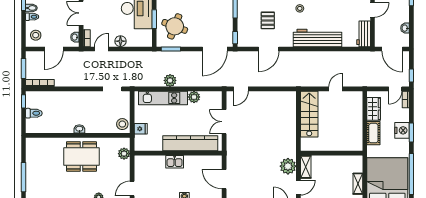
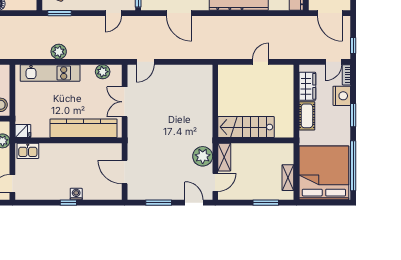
door: (215, 49) -> (113, 13), width x0.53
door: (269, 49) -> (179, 13), hinge flipped
plant: (194, 97) -> (103, 72), moved
stairs: (309, 114) -> (246, 127), moved, turned -90
fridge: (141, 129) -> (23, 131), moved
nightstand: (402, 130) -> (342, 96), moved
kitchen sink: (175, 162) -> (28, 151), moved

